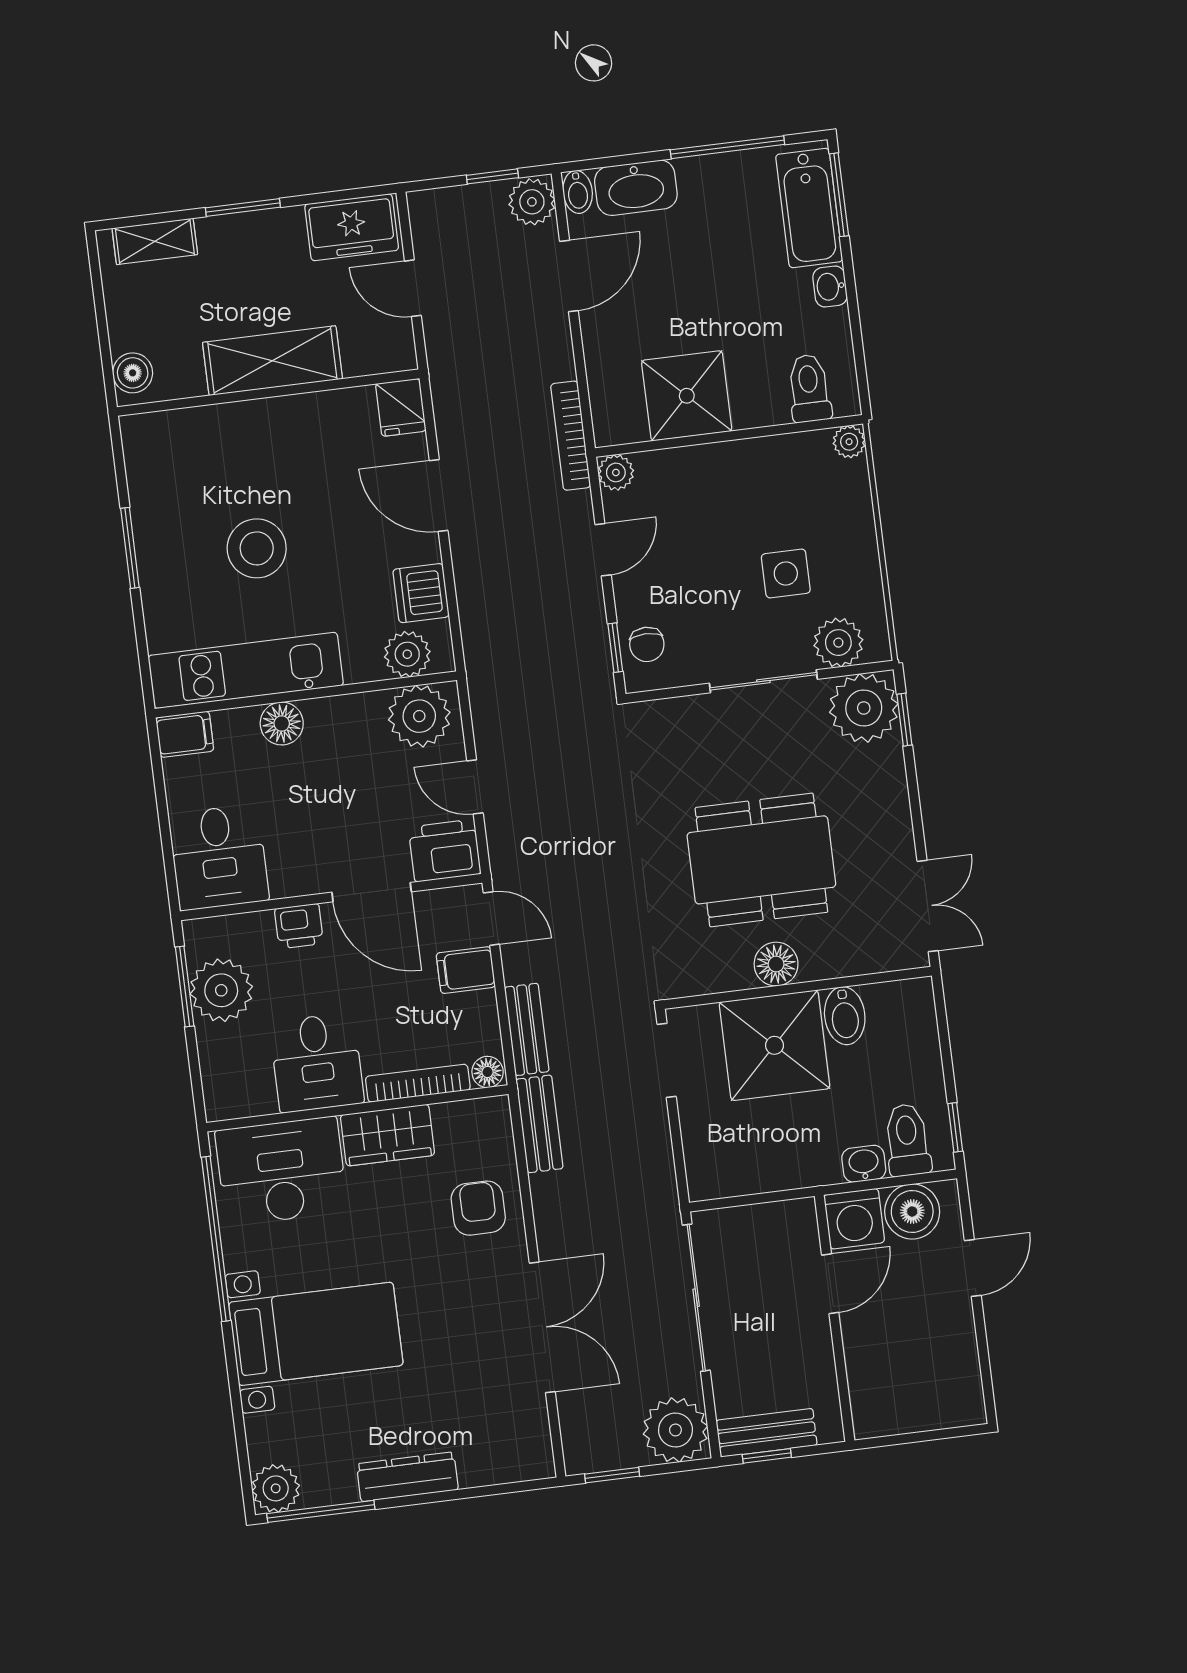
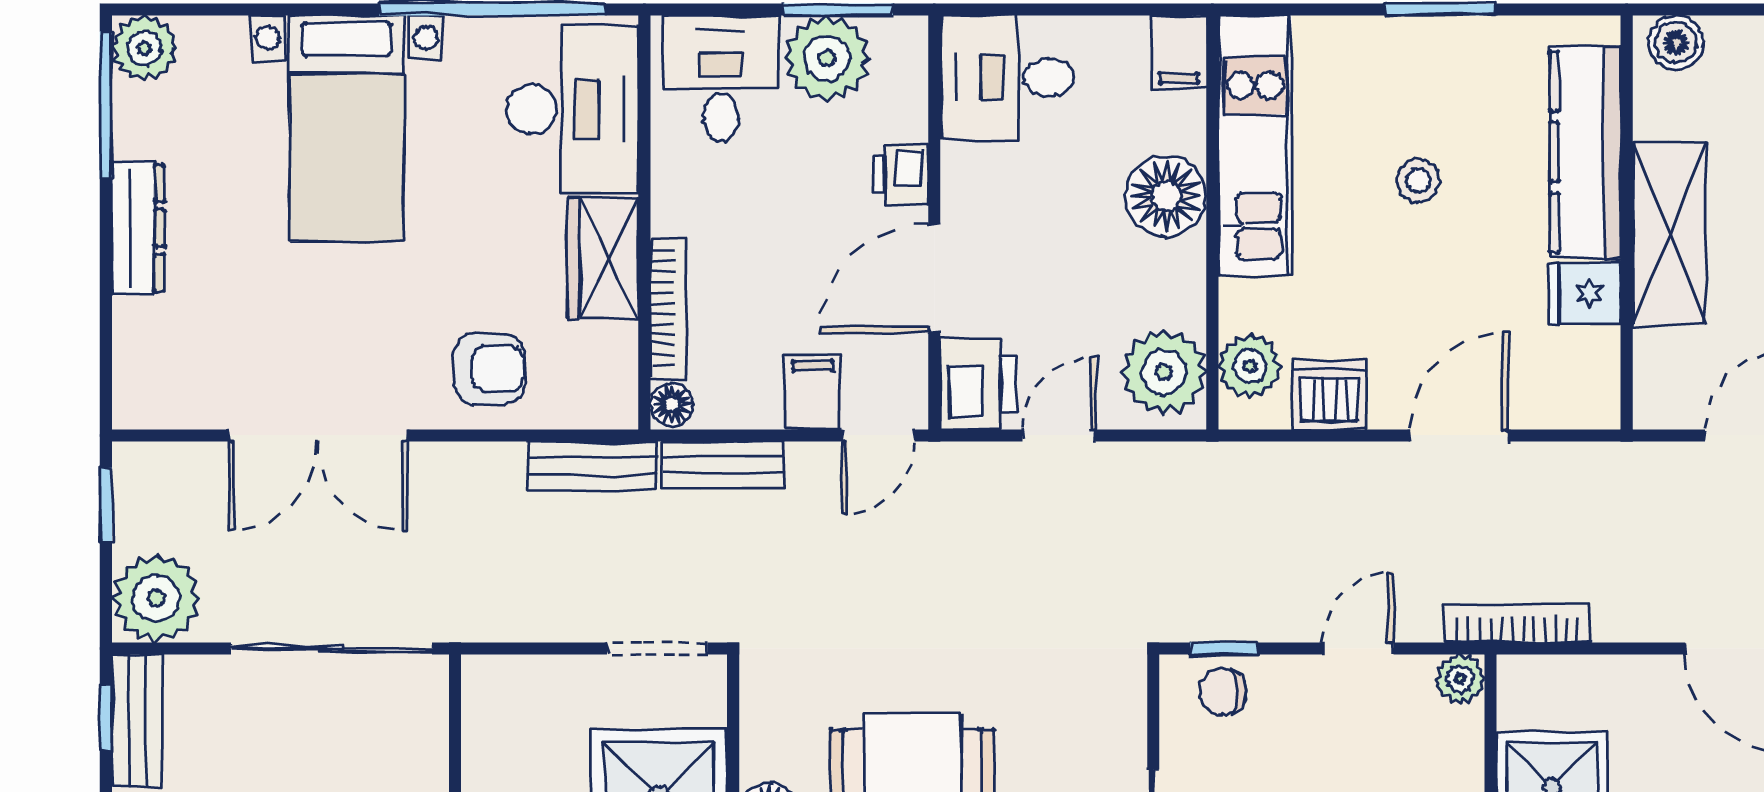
fridge: (401, 407) -> (1584, 293), moved
kitchen counter: (221, 429) -> (1585, 152), added
stool: (257, 548) -> (1418, 181), width x0.53, depth x0.53
door: (603, 550) -> (1358, 648), swing flipped
floor lamp: (282, 723) -> (1166, 196), width x1.38, depth x1.38
desk: (317, 1063) -> (721, 78), moved, turned 90

